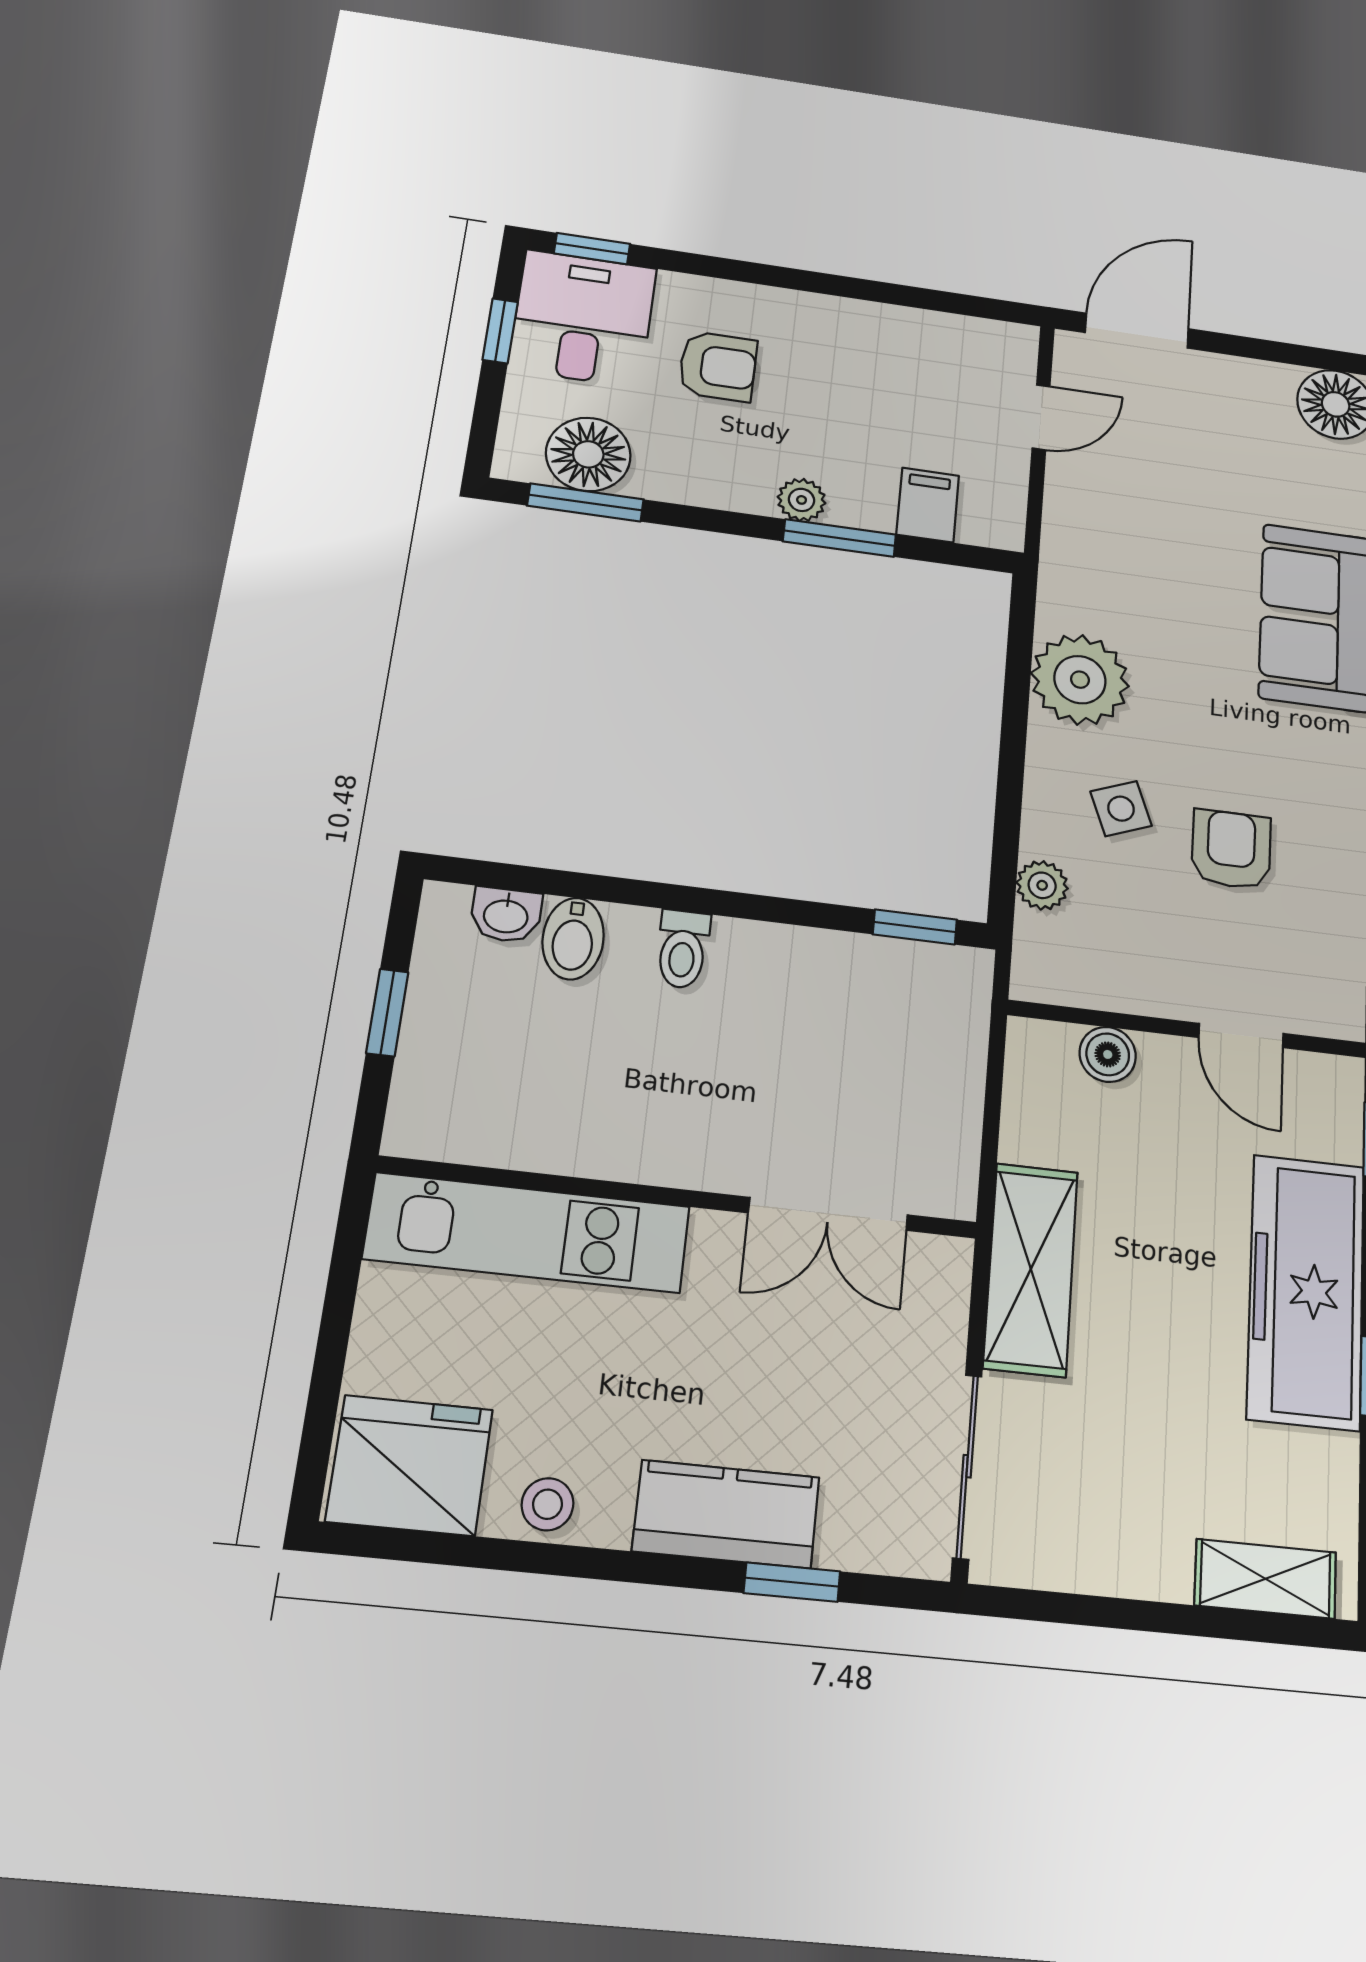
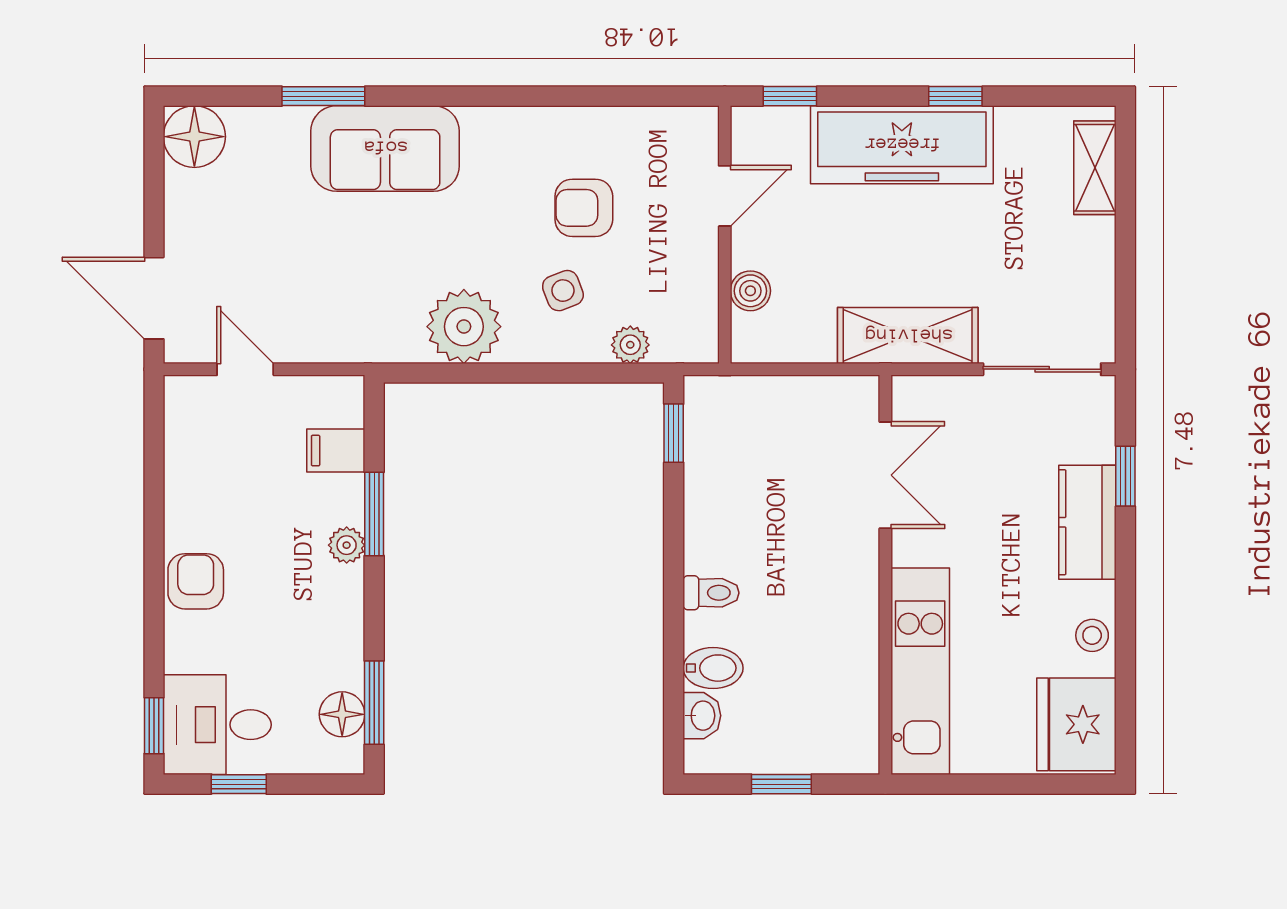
armchair: (718, 366) -> (196, 581), moved
floor lamp: (588, 454) -> (342, 714), width x0.73, depth x0.73

